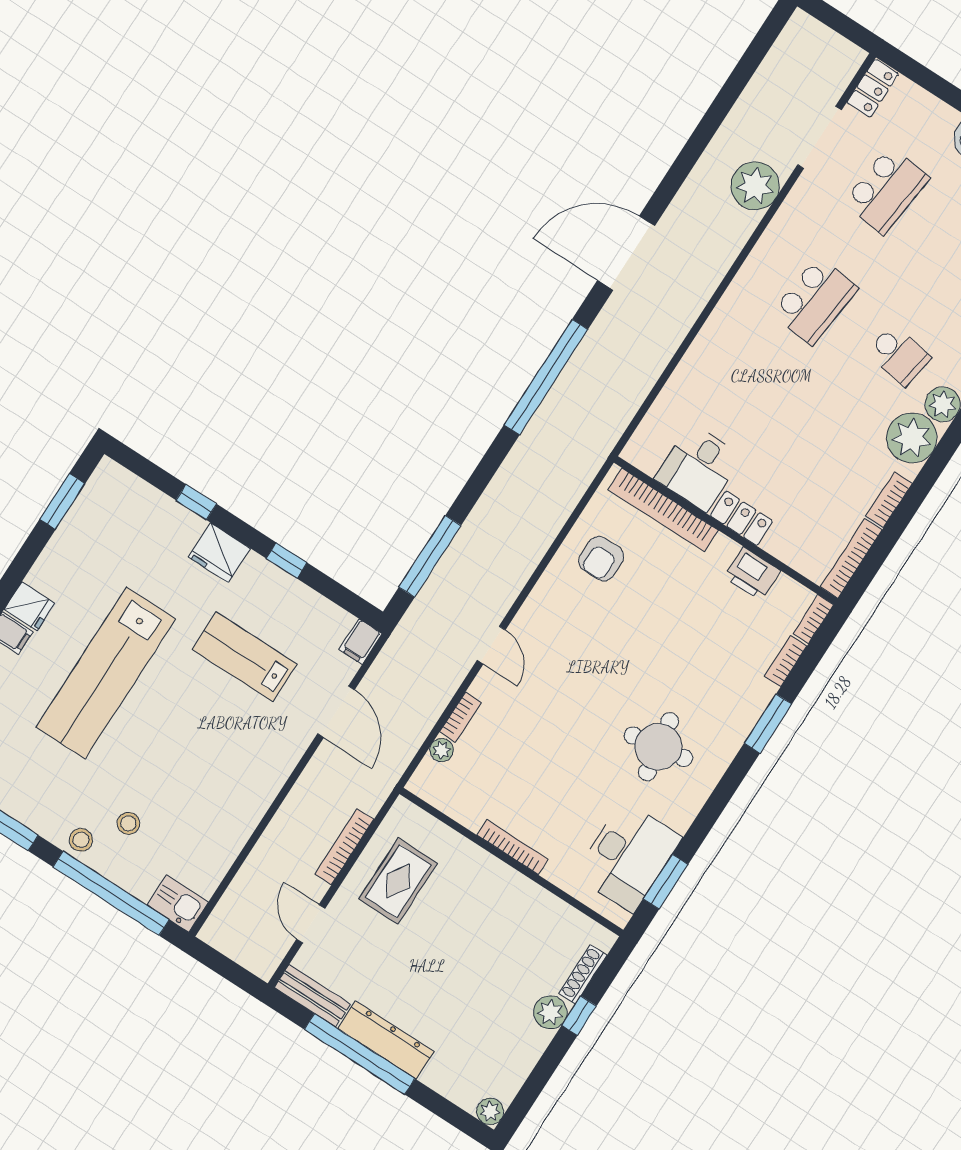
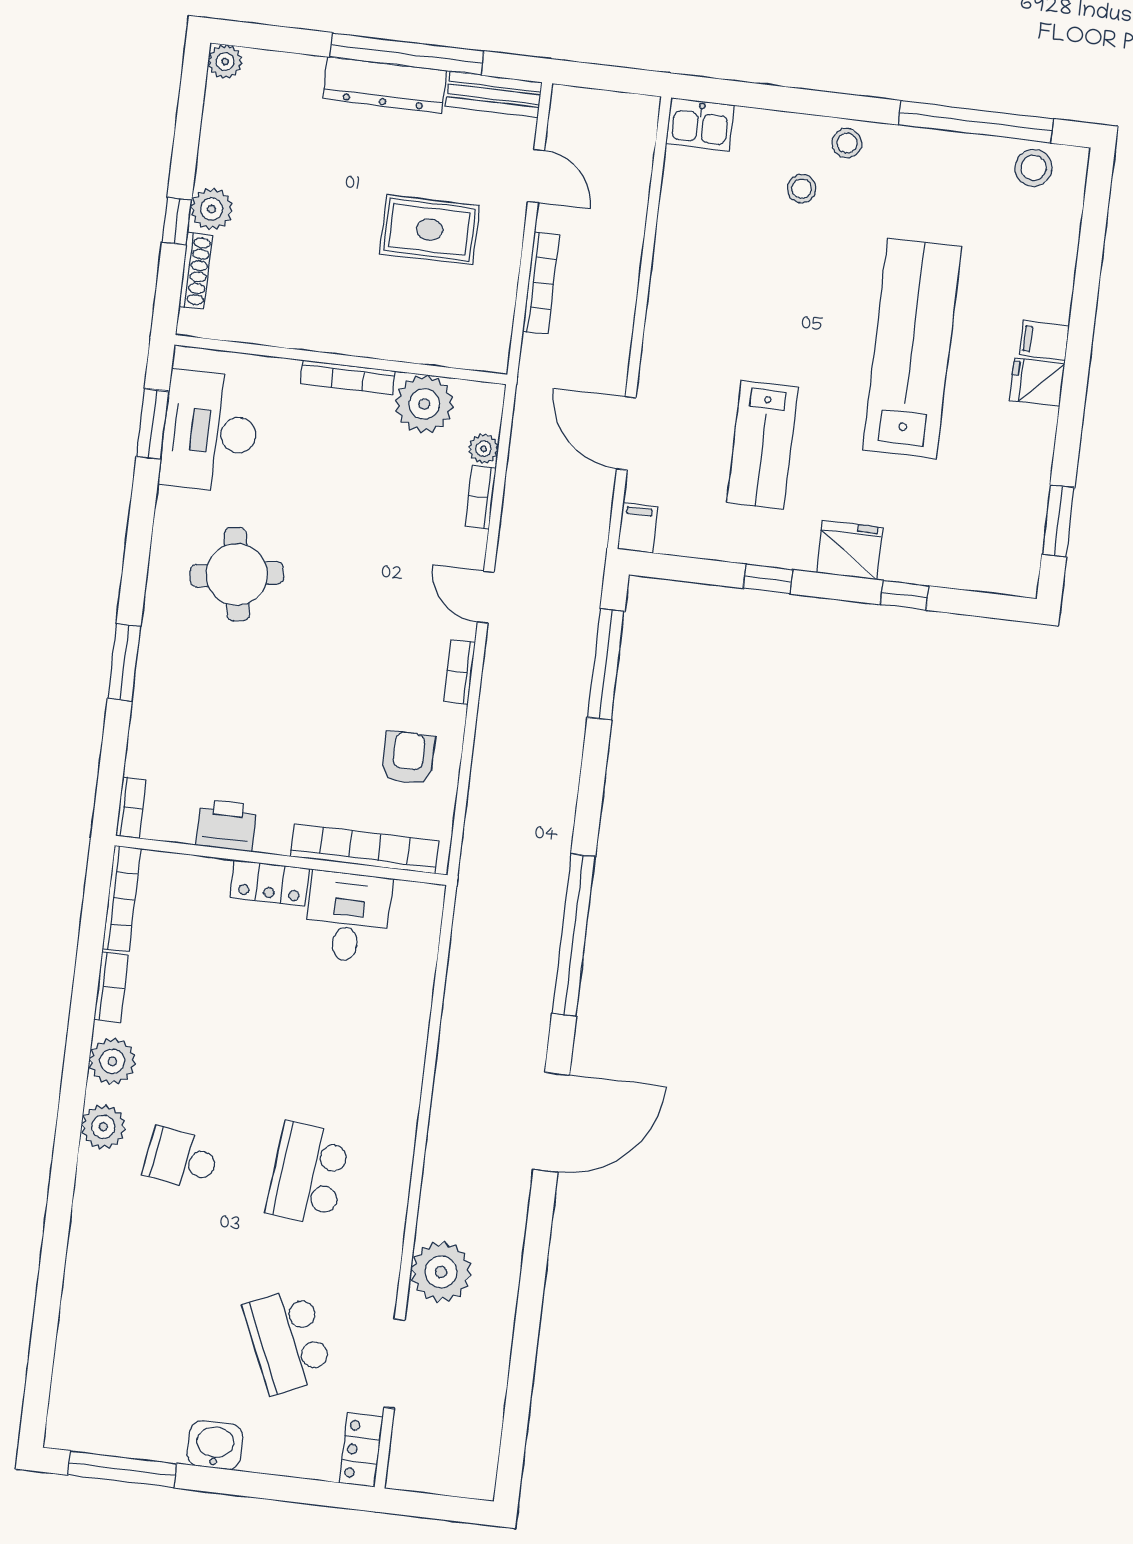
school desk: (886, 190) -> (288, 1341), turned -30
plant: (912, 438) -> (112, 1061), width x0.73, depth x0.73
lab bench: (244, 657) -> (762, 445), turned 90
bookcase: (786, 661) -> (459, 672), moved, turned 180
plant: (468, 802) -> (424, 404), added
rug: (398, 881) -> (429, 230), moved, turned 90
window: (111, 893) -> (782, 99), removed

